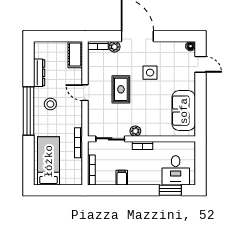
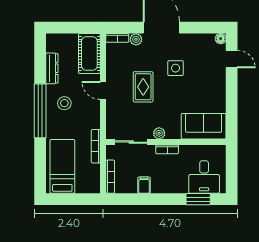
cot: (75, 55) -> (89, 53), width x1.37, depth x1.34
sofa: (184, 111) -> (204, 126), moved, turned 90

